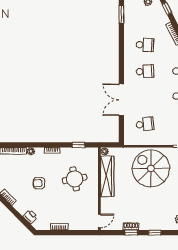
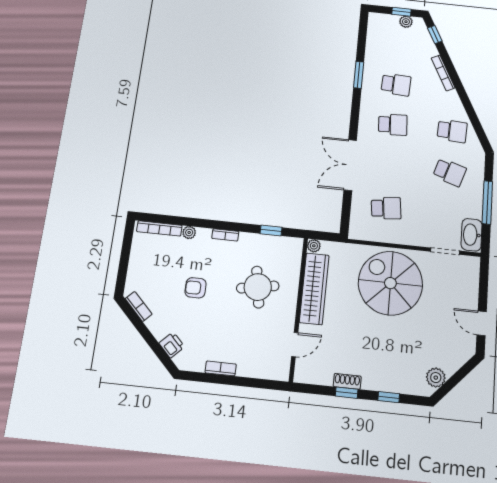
window: (121, 15) -> (359, 75), moved
door: (99, 221) -> (295, 345), moved

